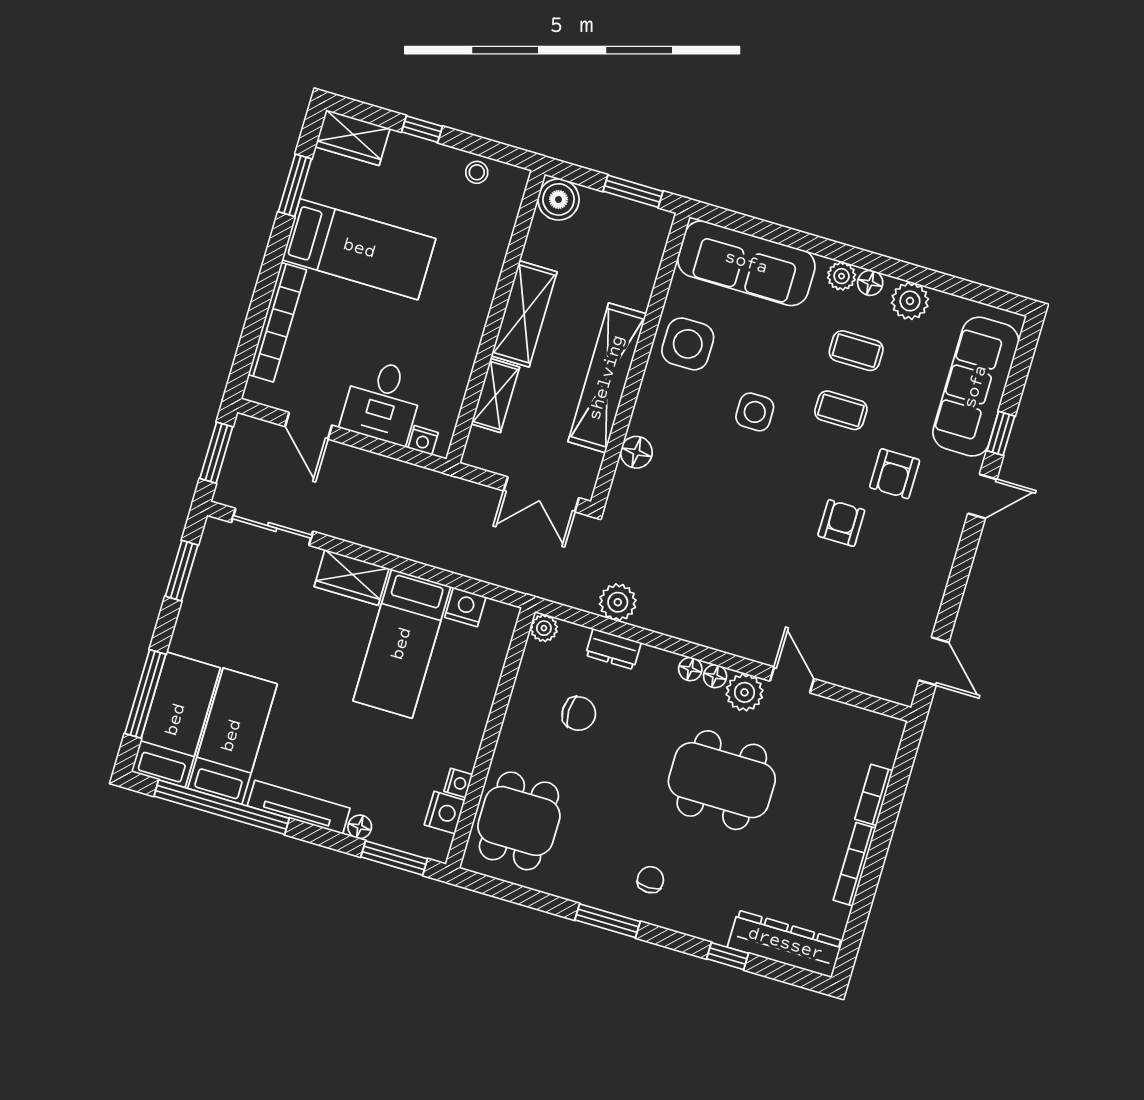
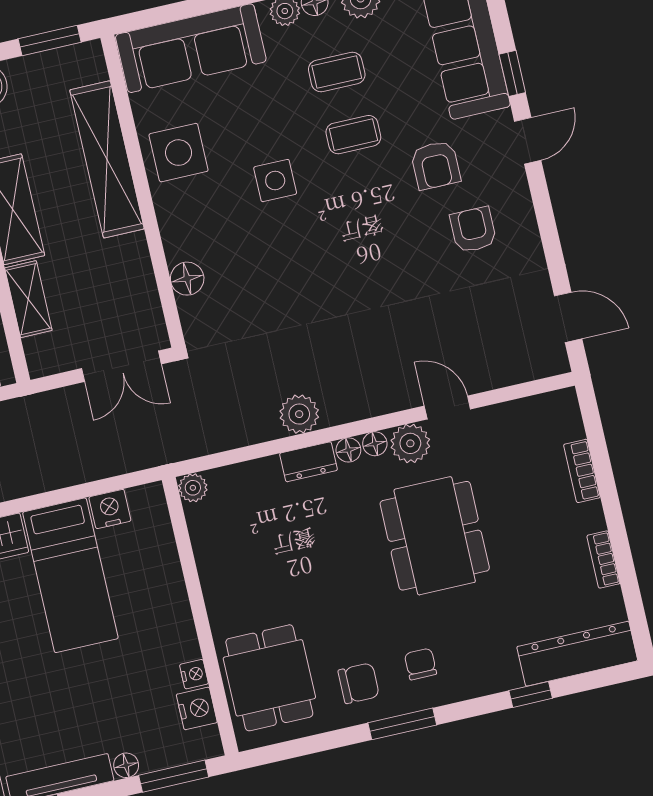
shelving: (607, 378) -> (107, 159), moved
armchair: (841, 523) -> (473, 230), moved
plant: (618, 602) -> (299, 414), moved
dresser: (613, 649) -> (309, 462), moved
chair: (579, 714) -> (359, 683), moved
dining table: (722, 780) -> (435, 536), turned 90
bookcase: (855, 864) -> (603, 560), width x0.64

